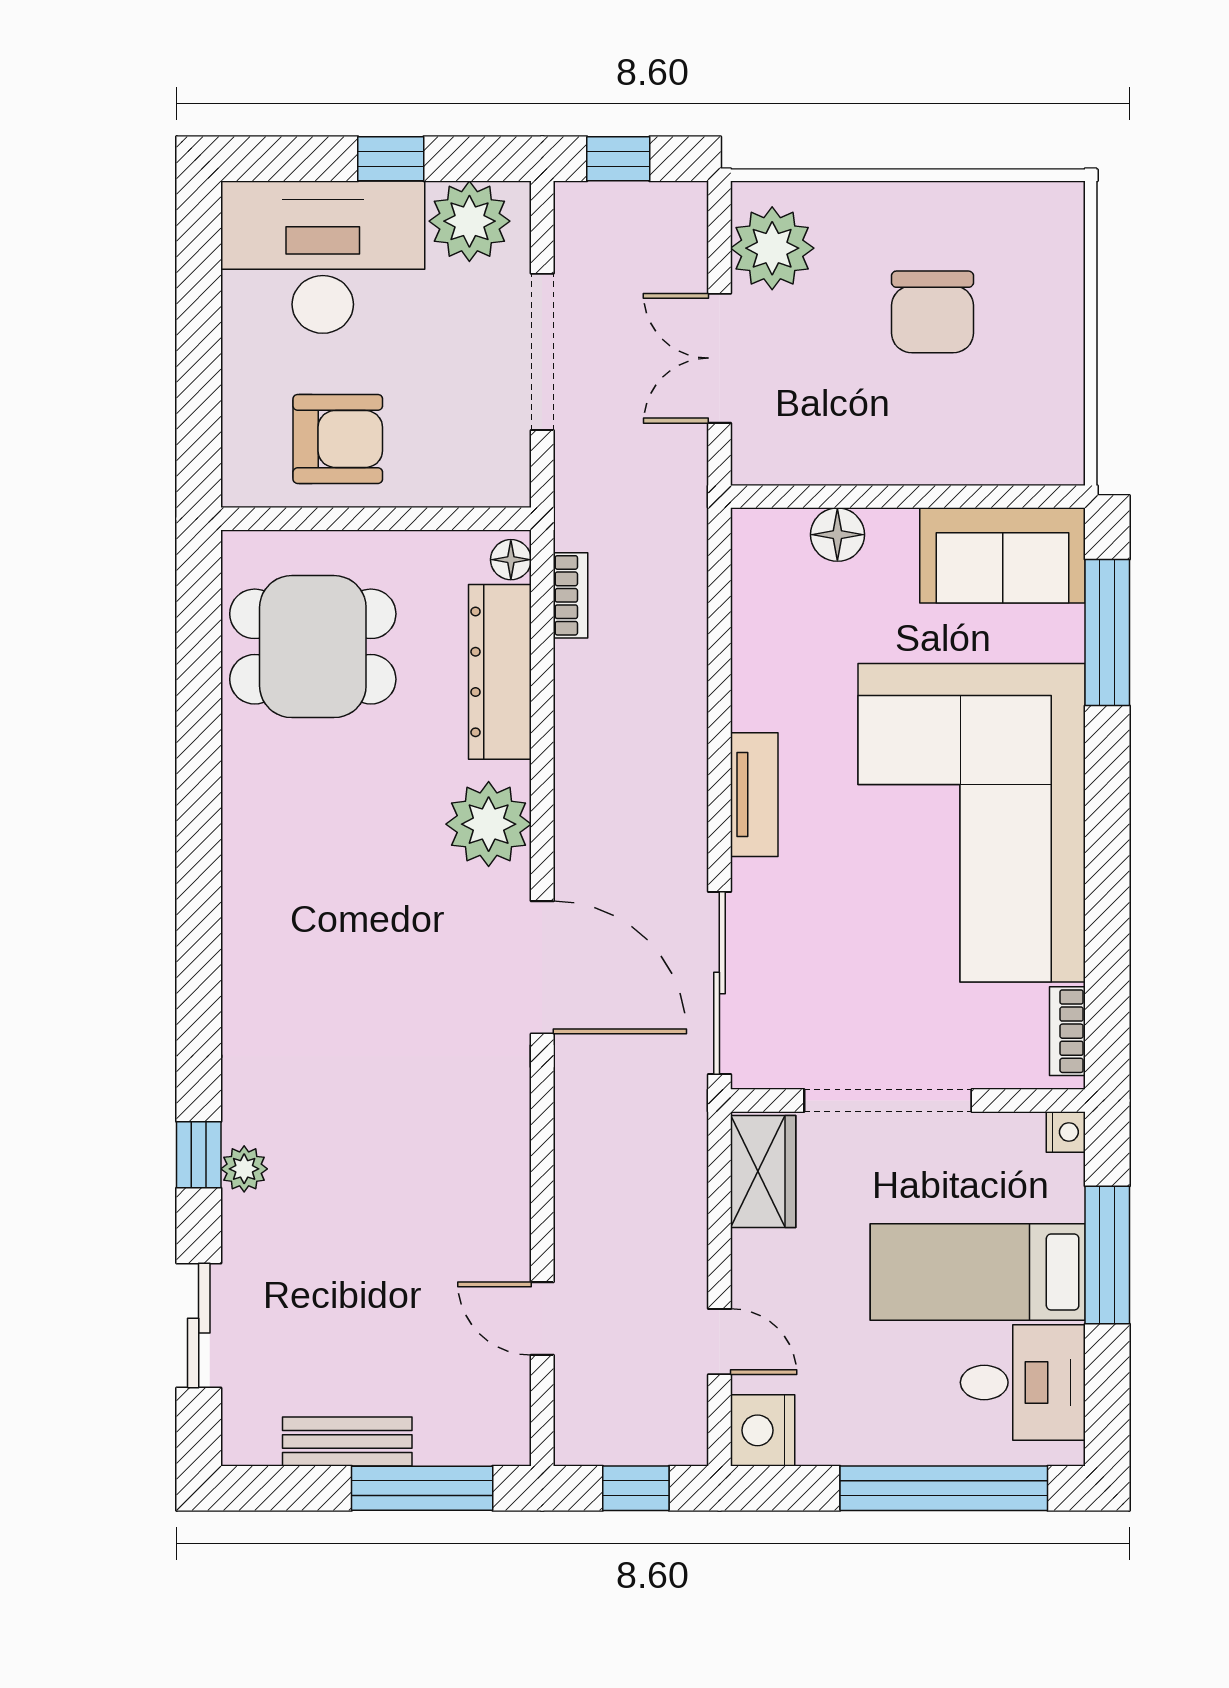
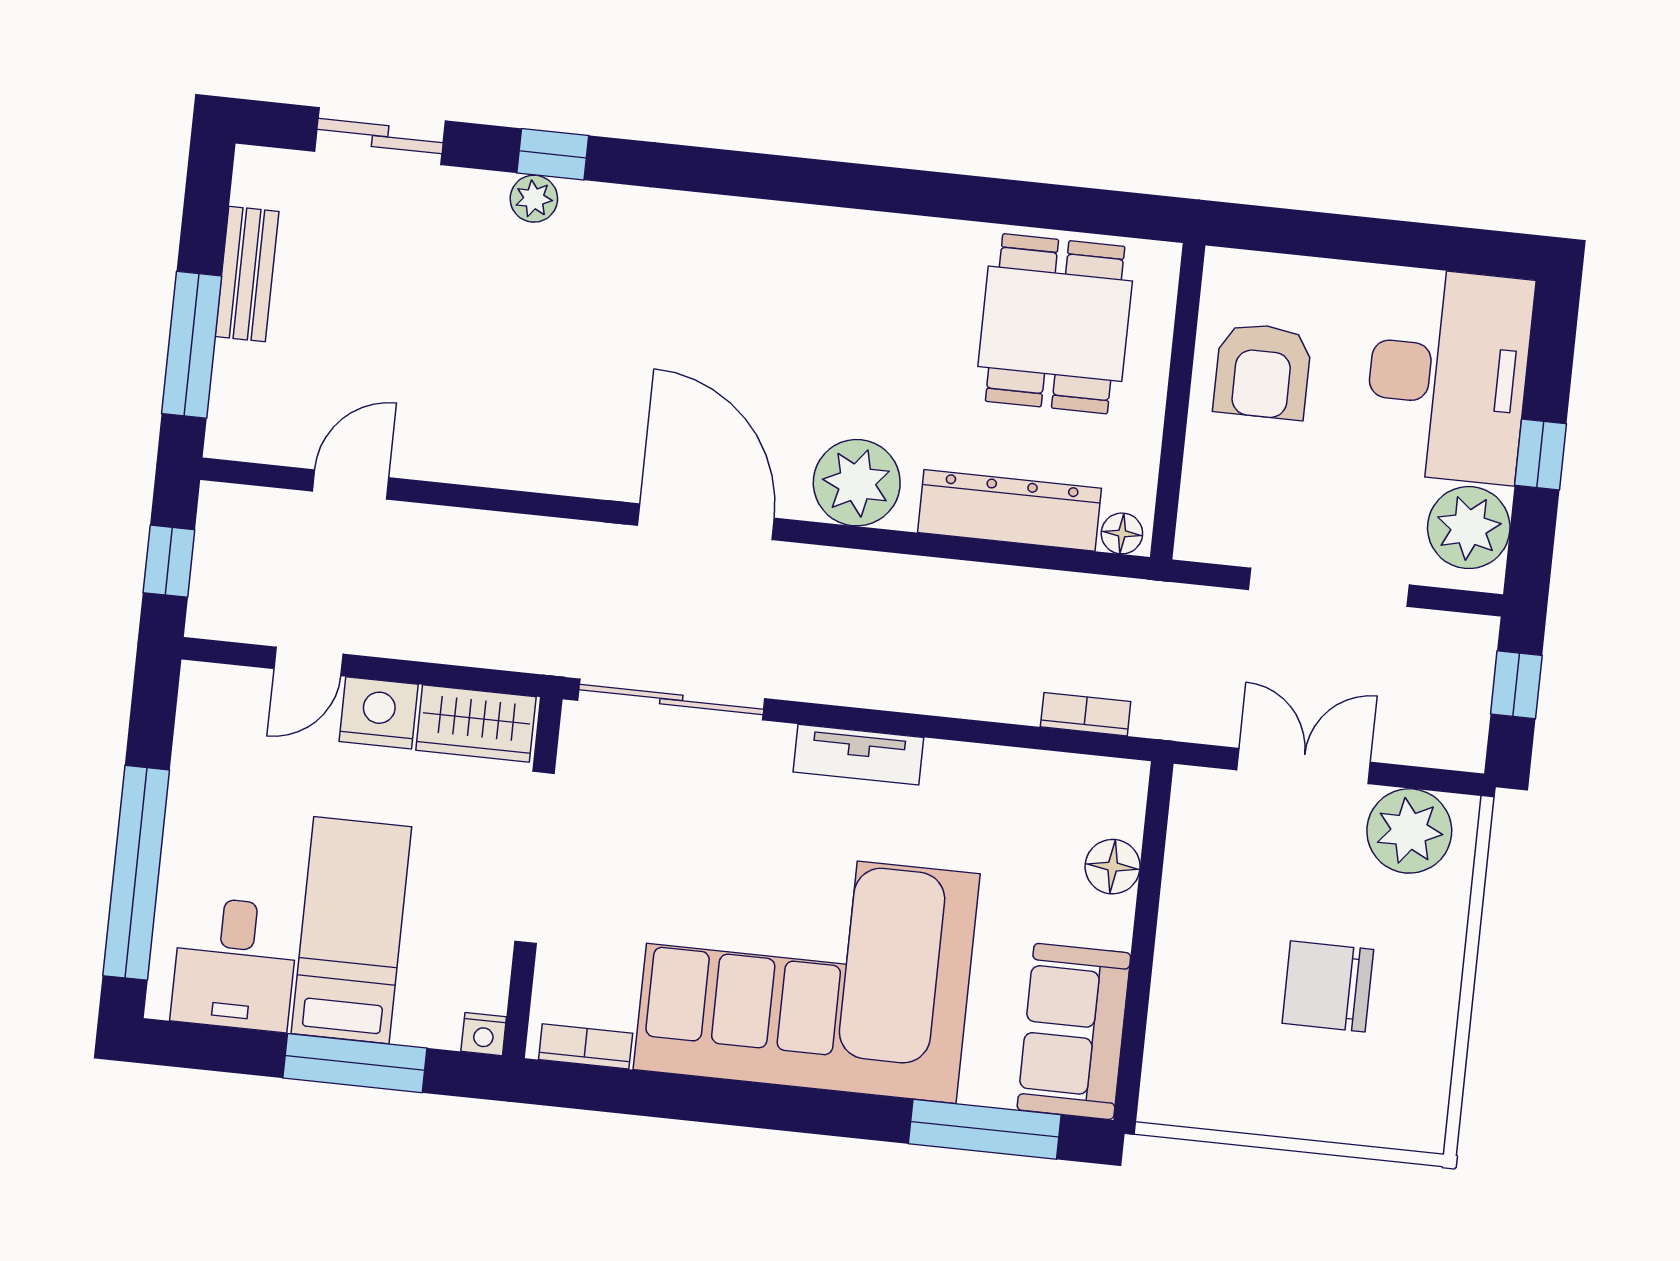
bookcase: (570, 595) -> (1086, 714), moved, turned 180
door: (542, 967) -> (706, 522), swing flipped
nightstand: (763, 1430) -> (379, 713), moved

